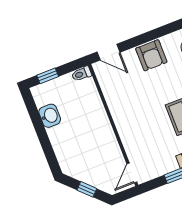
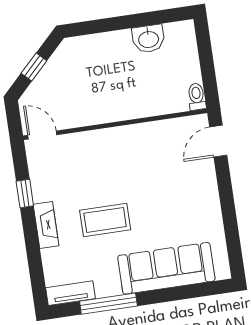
armchair: (151, 55) -> (200, 200), removed
window: (48, 76) -> (205, 49), removed

